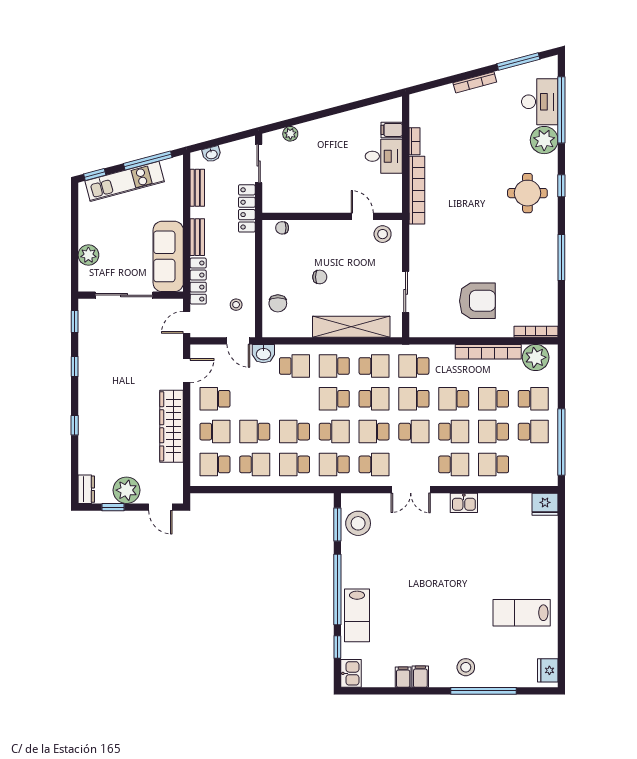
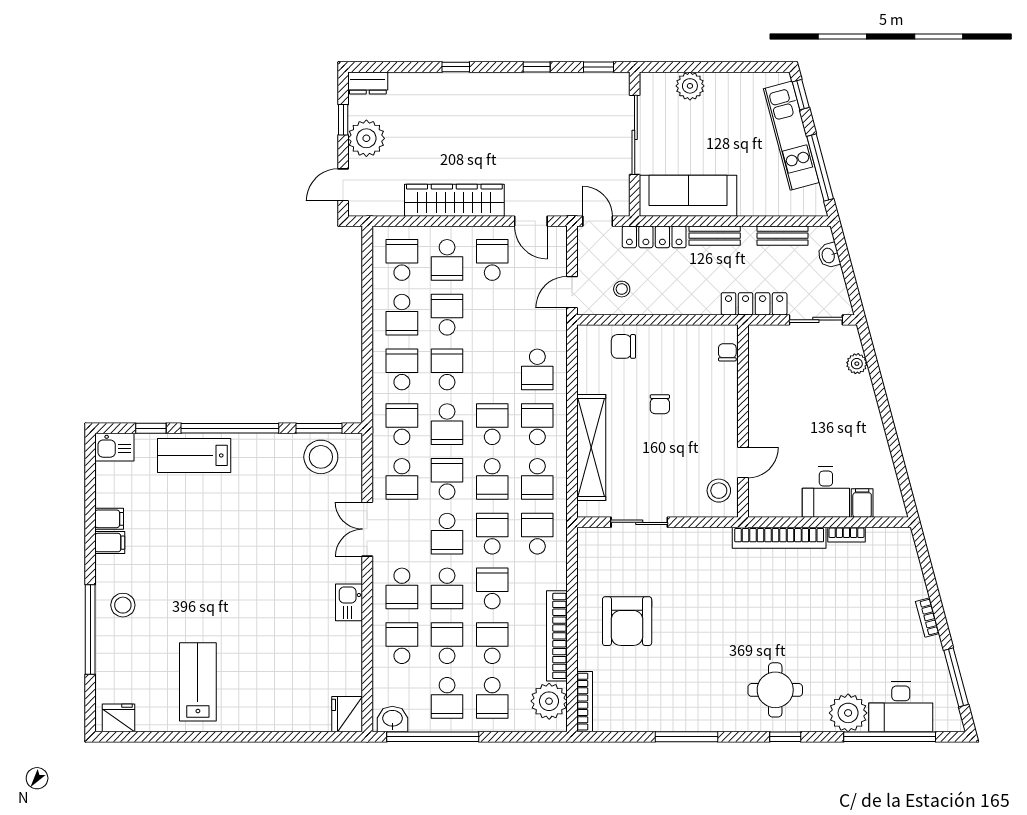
bookcase: (475, 82) -> (927, 618), width x0.64
washbasin: (263, 354) -> (392, 719), moved, turned 90

